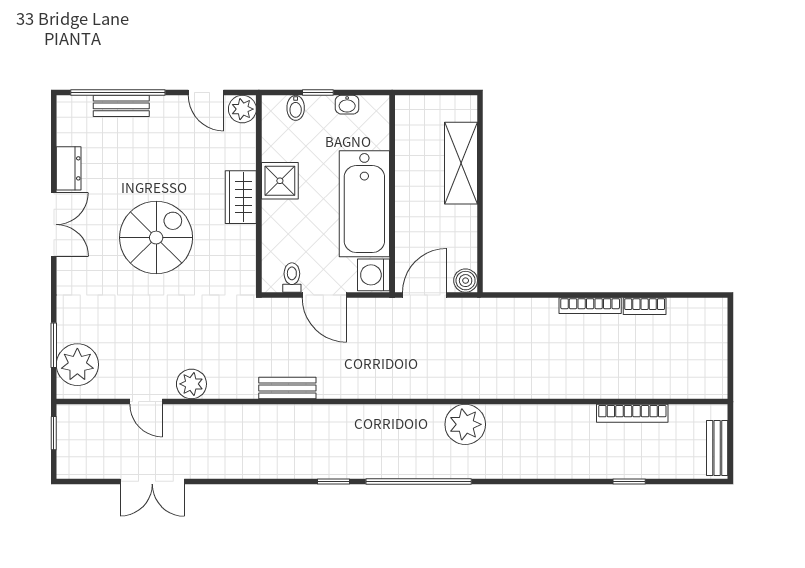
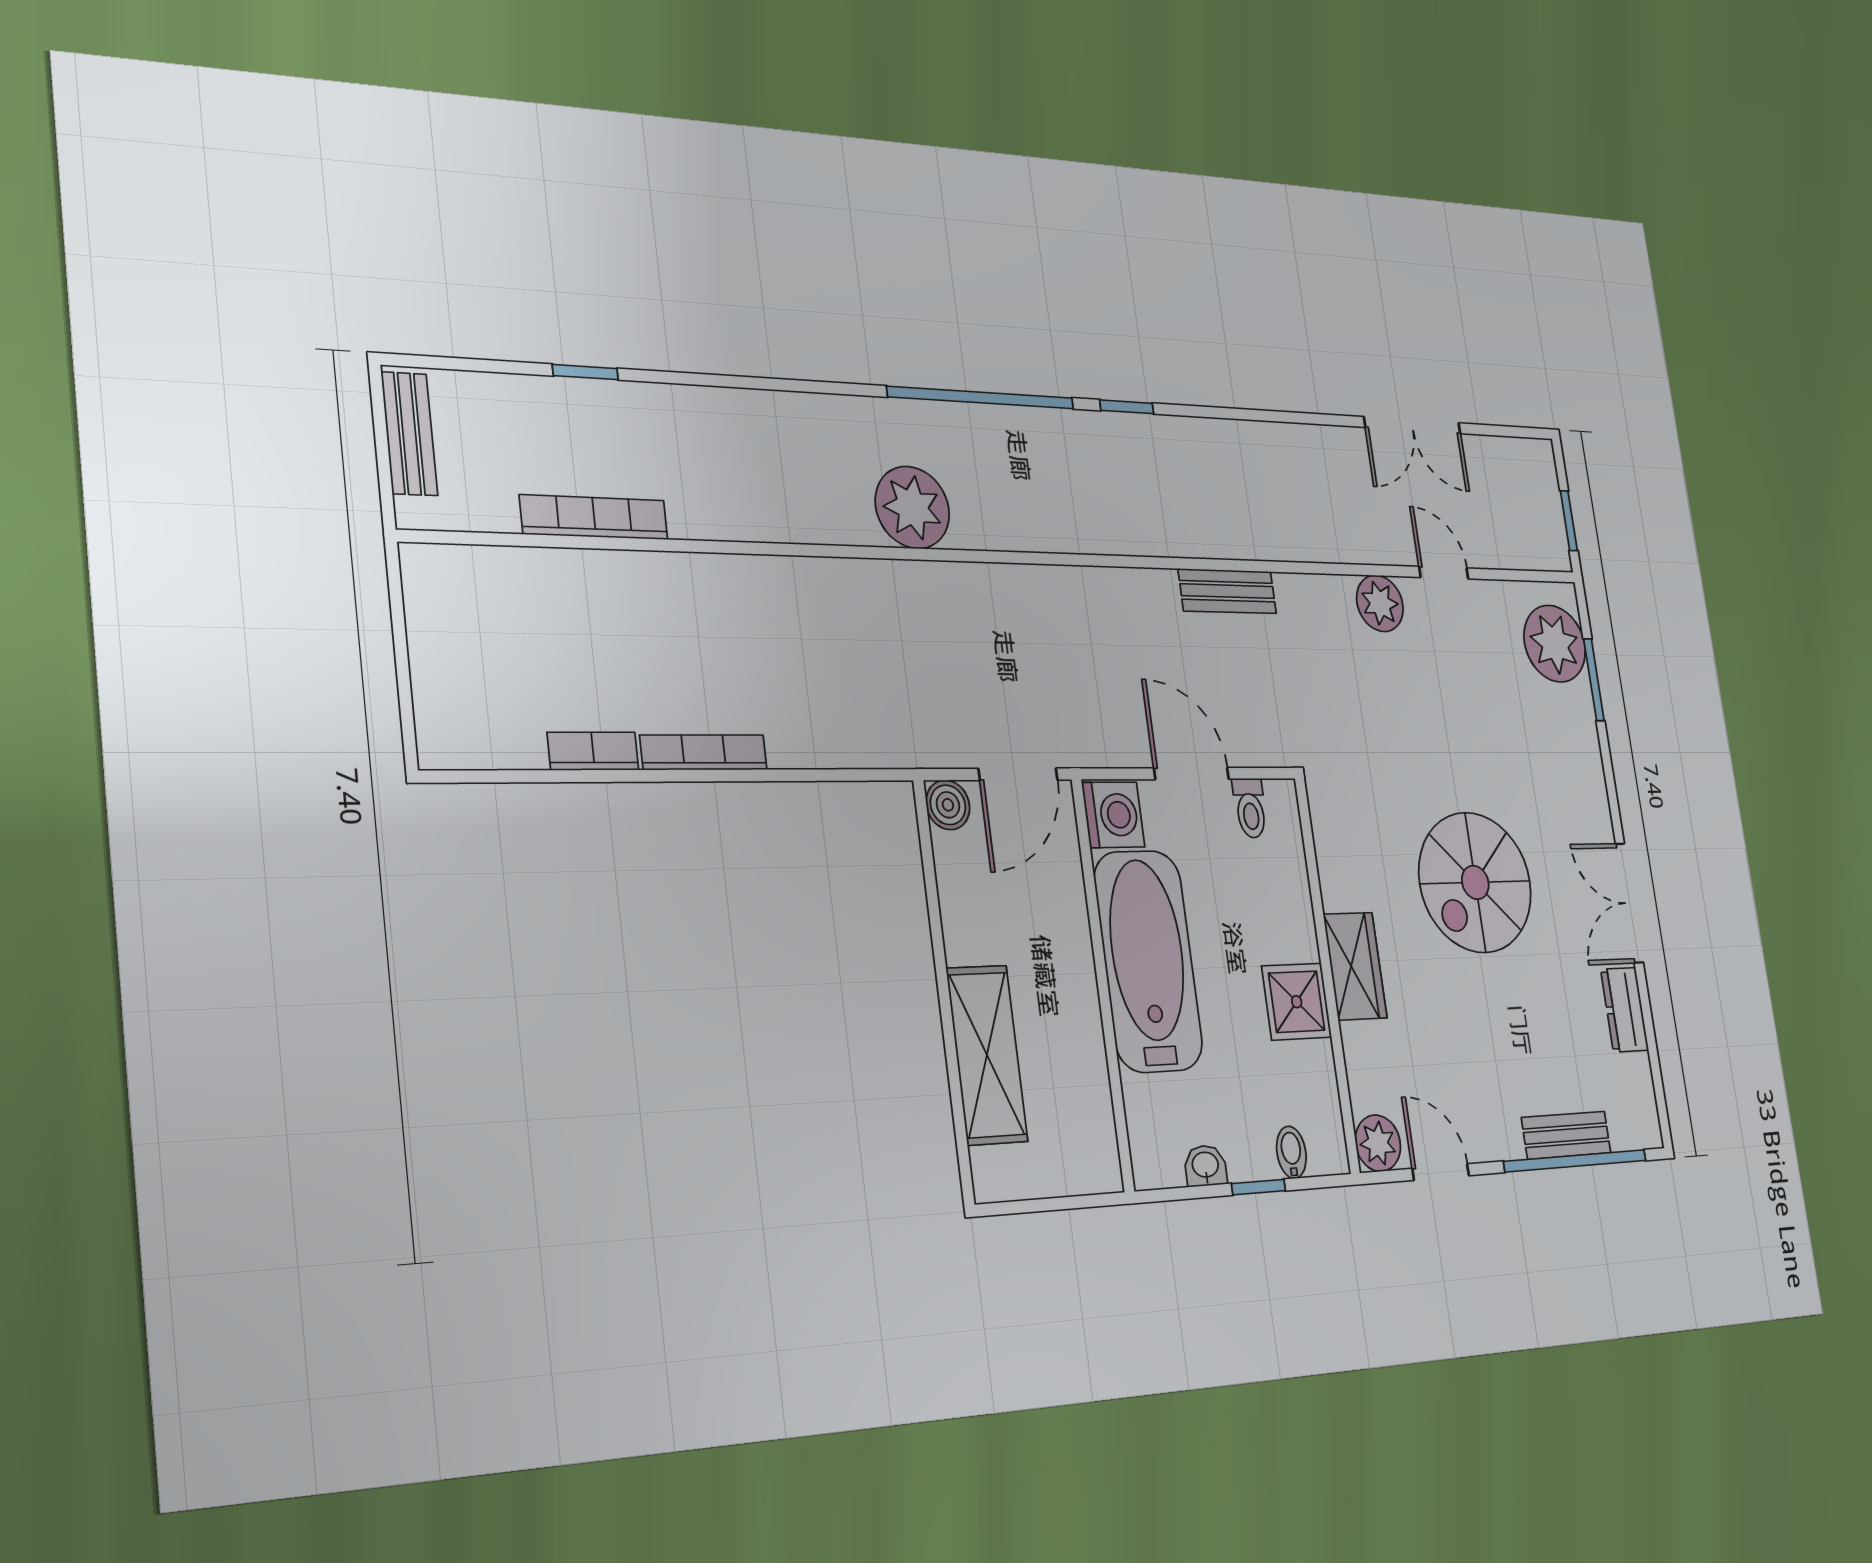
double door: (152, 481) -> (1412, 425), swing flipped

